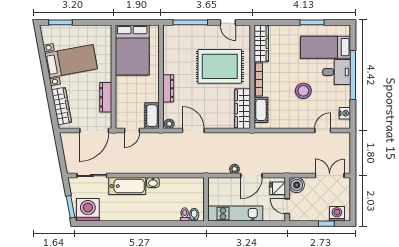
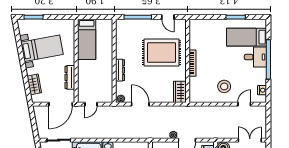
wardrobe: (261, 43) -> (195, 34), removed
bed: (132, 50) -> (87, 39), width x0.67
stool: (303, 91) -> (224, 86), moved
wardrobe: (62, 106) -> (34, 84), width x0.67
wardrobe: (243, 109) -> (180, 92), width x0.67
cot: (261, 110) -> (195, 87), removed
cot: (152, 116) -> (107, 92), removed

